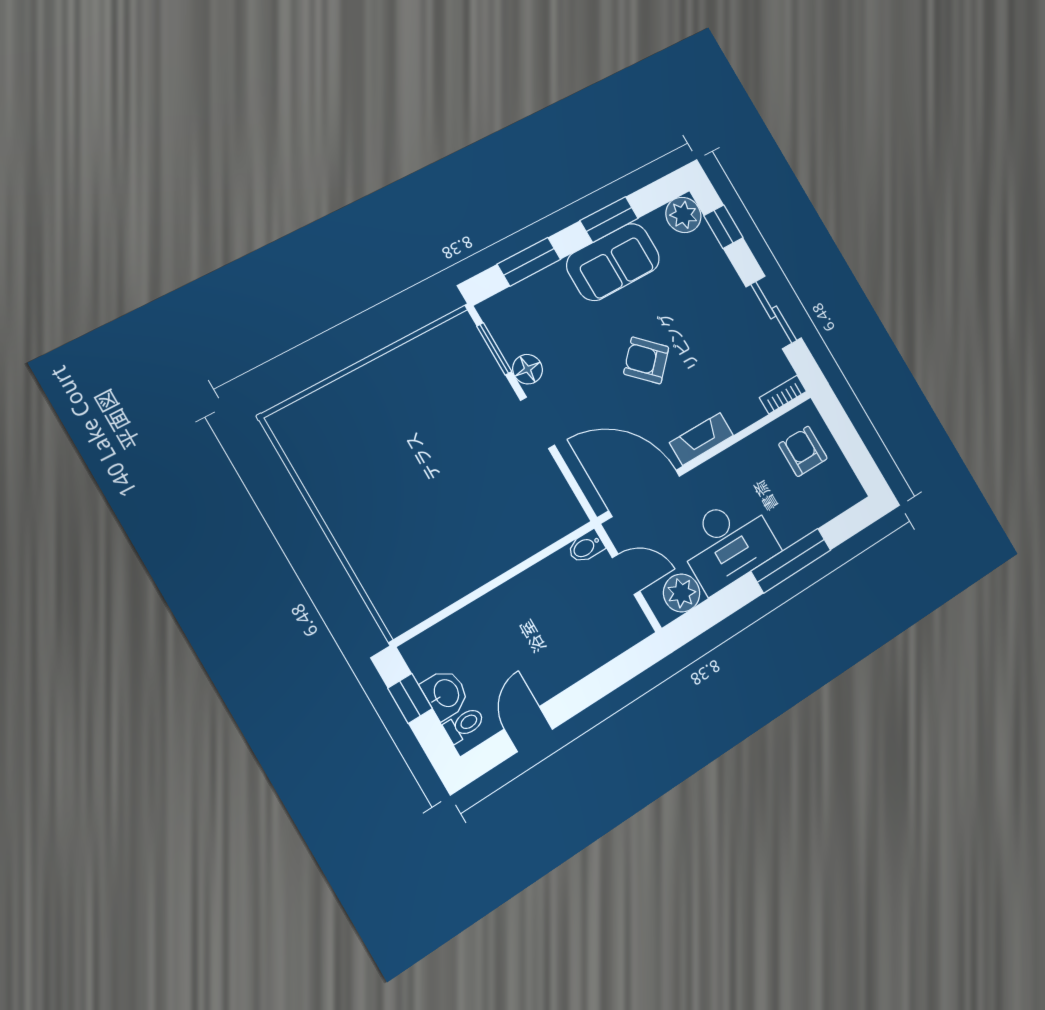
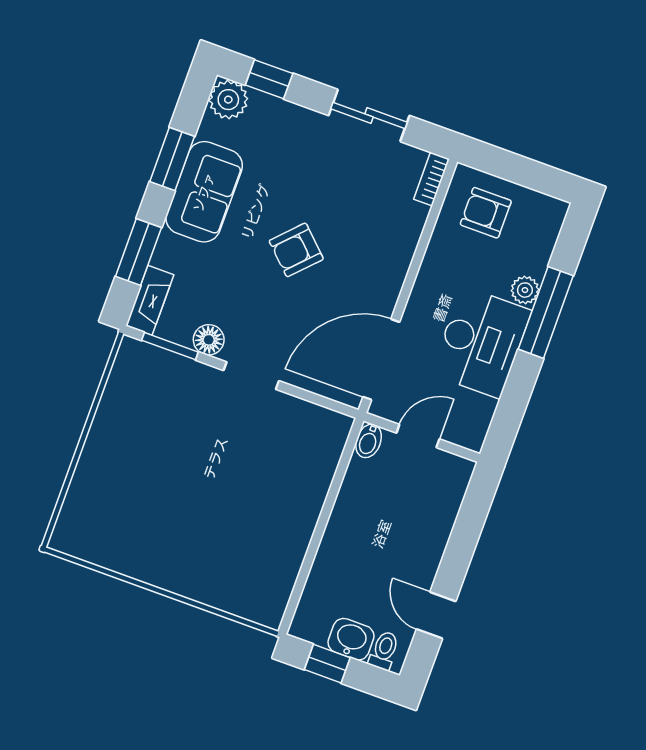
fireplace: (702, 439) -> (150, 300), moved, turned 180
plant: (682, 593) -> (525, 290), moved, width x0.73, depth x0.73

